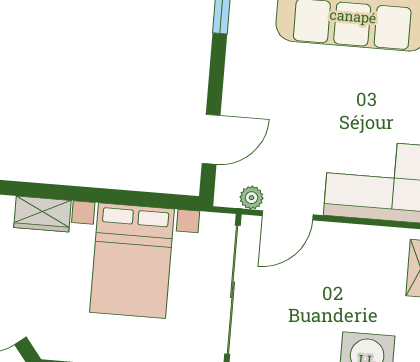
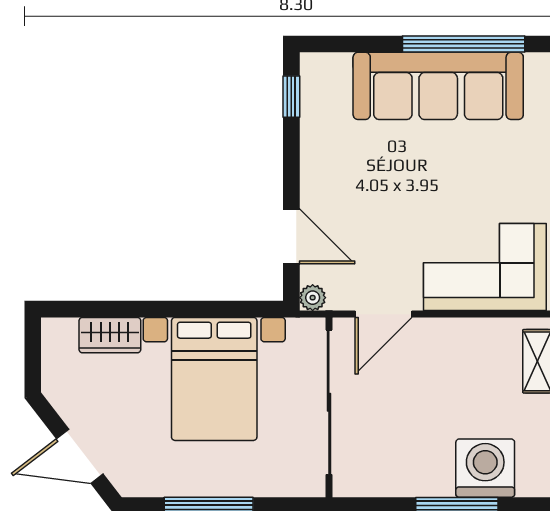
door: (211, 139) -> (291, 236), hinge flipped
plant: (252, 198) -> (313, 298), moved

